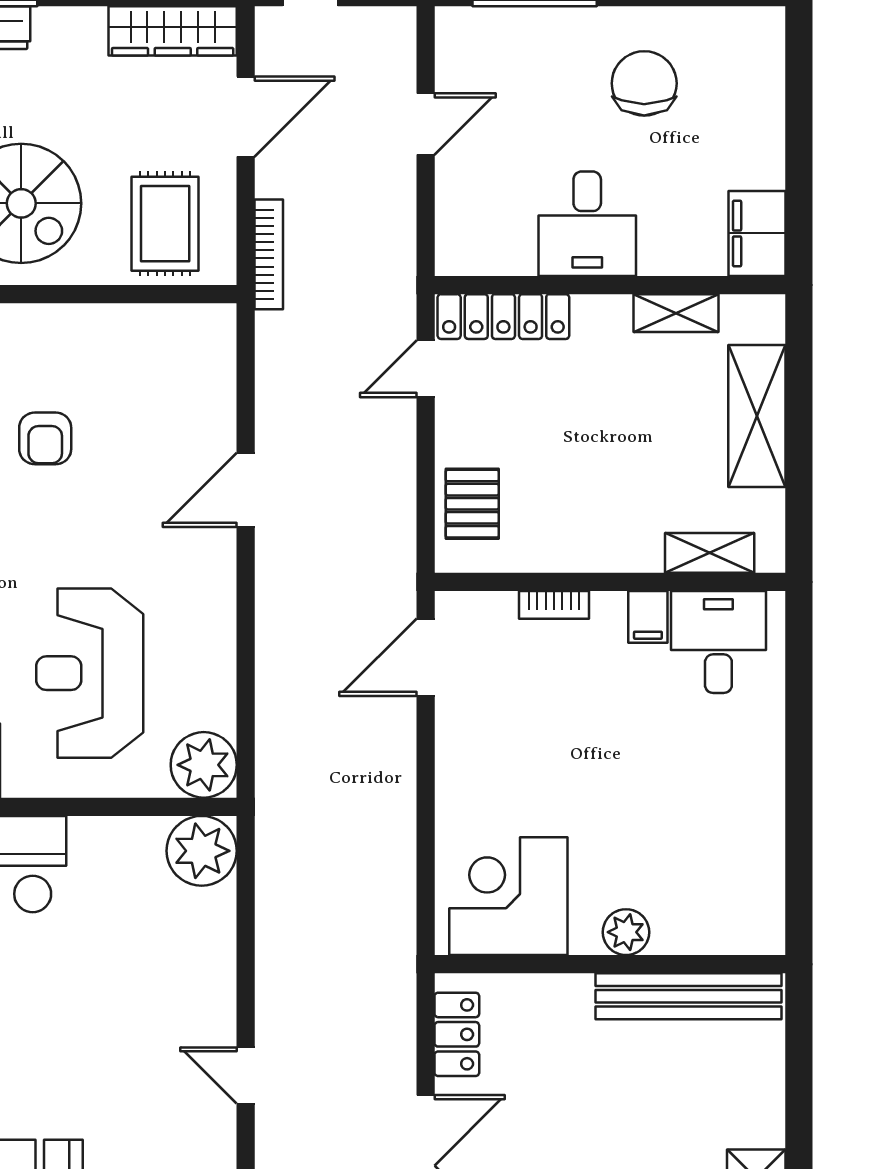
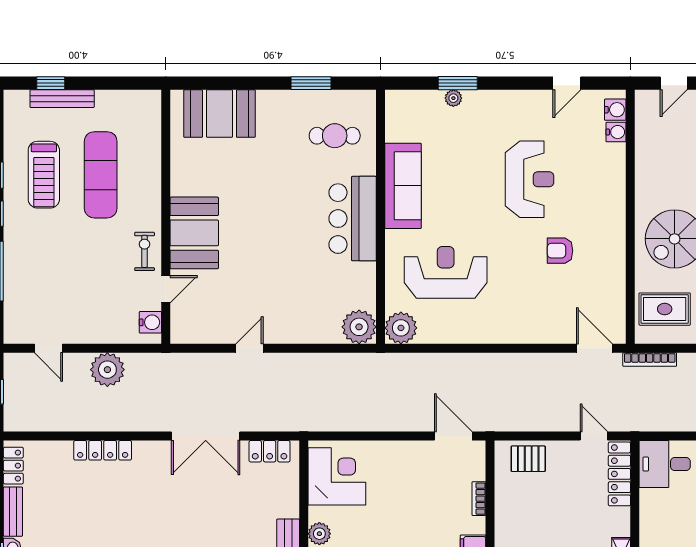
desk: (587, 224) -> (665, 464), moved
door: (246, 490) -> (594, 348), moved

